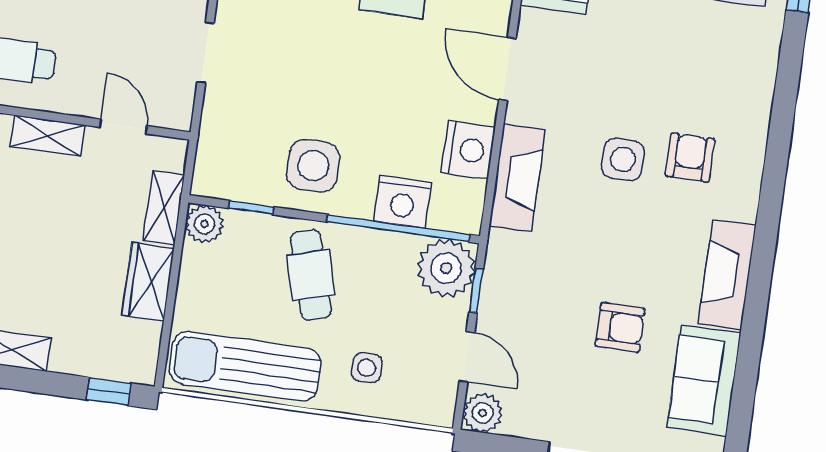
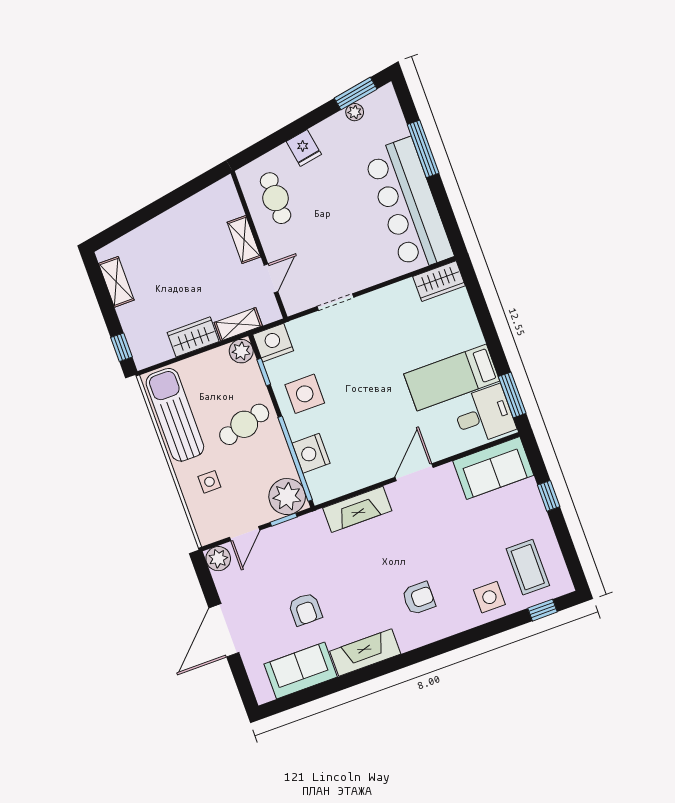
nightstand: (468, 150) -> (273, 343), moved, turned 180
side table: (623, 159) -> (489, 597), moved

